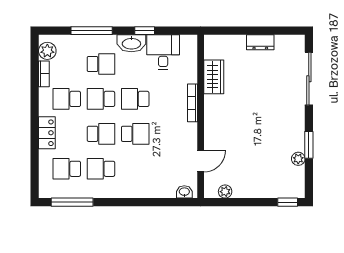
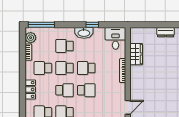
window: (92, 31) -> (41, 25), moved
desk: (163, 52) -> (115, 38), moved
school desk: (101, 64) -> (65, 46), turned 180

